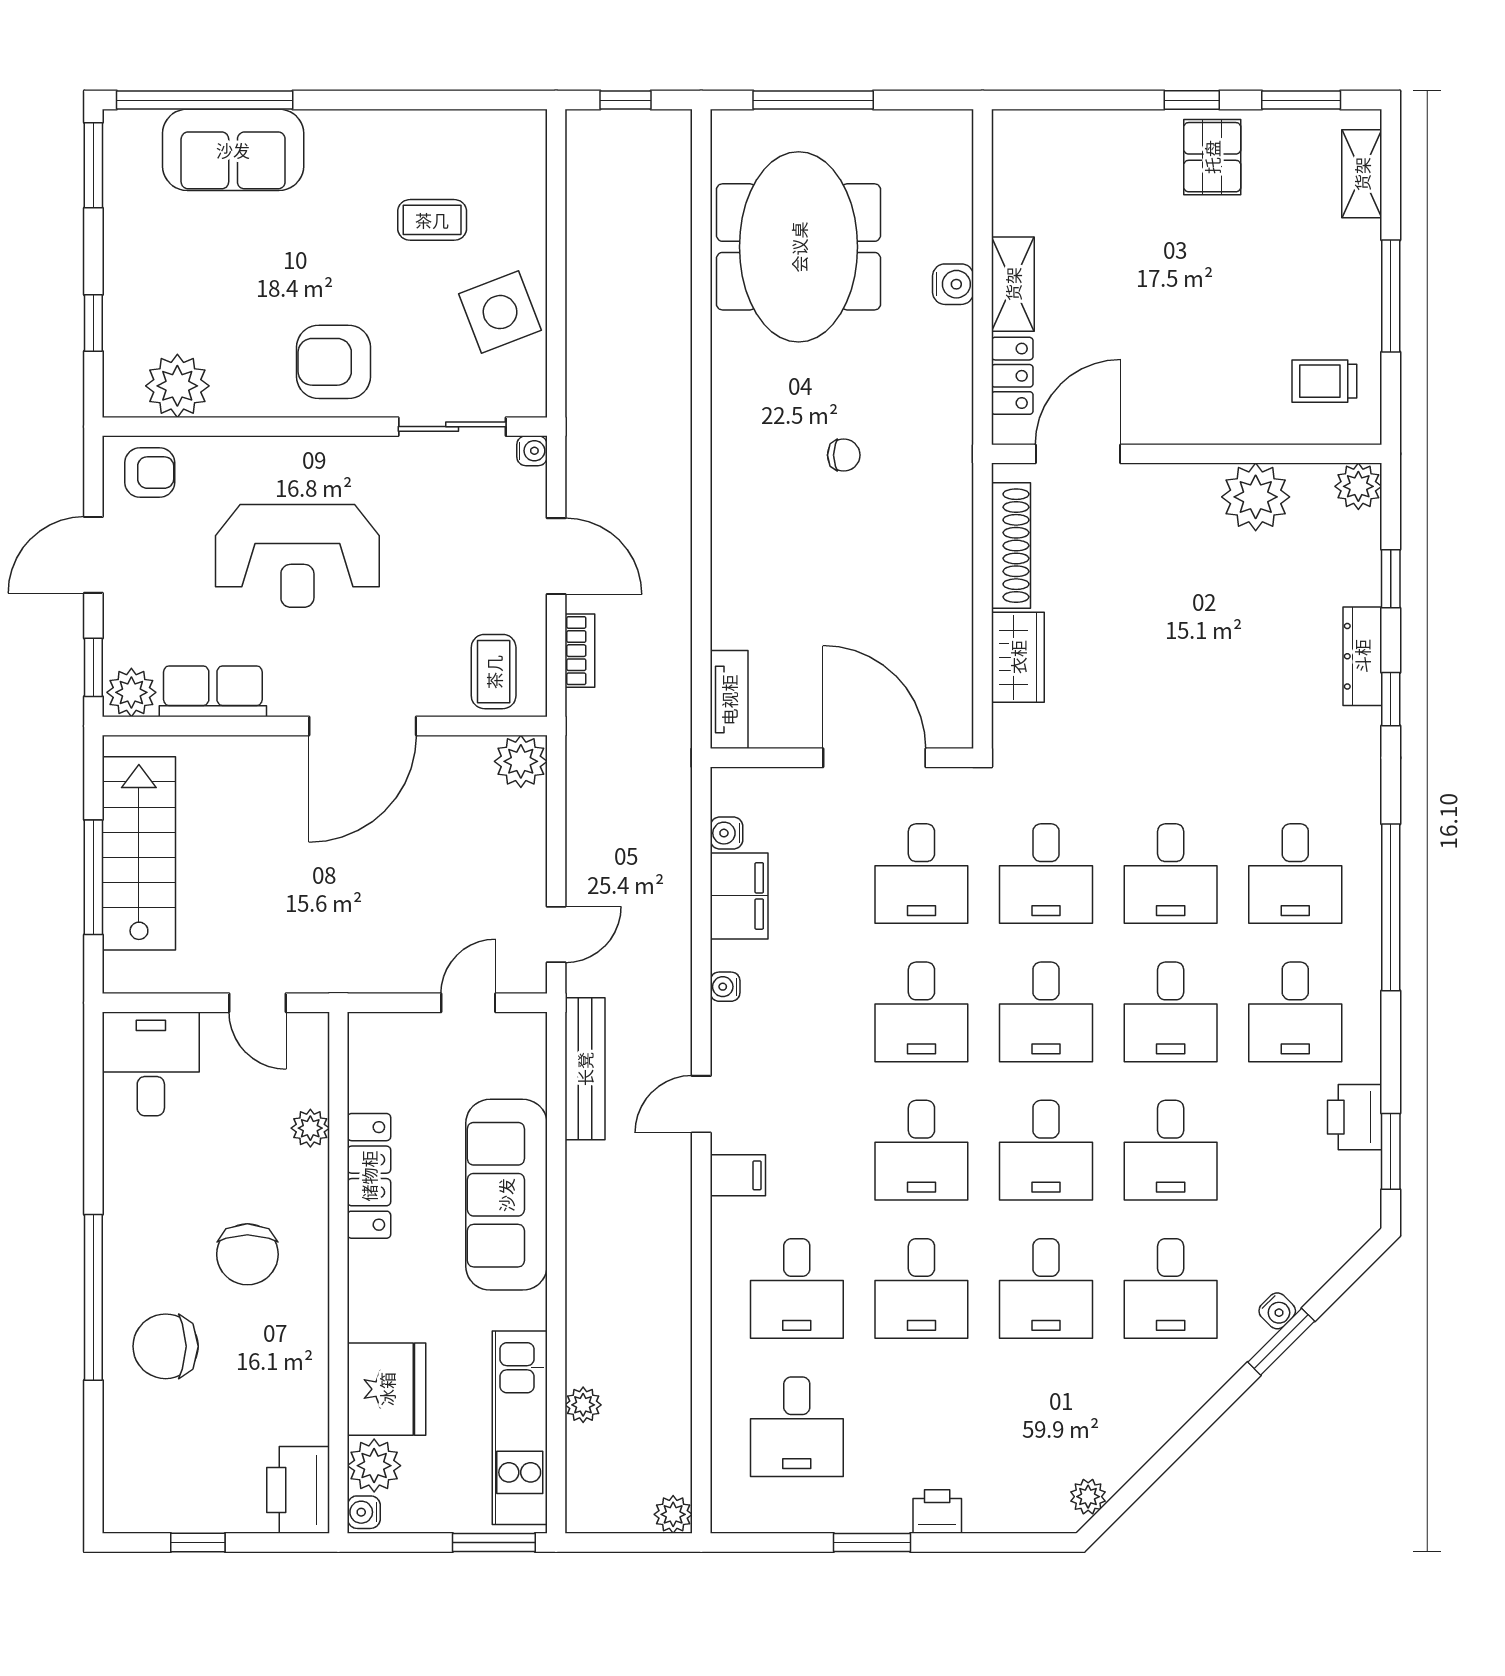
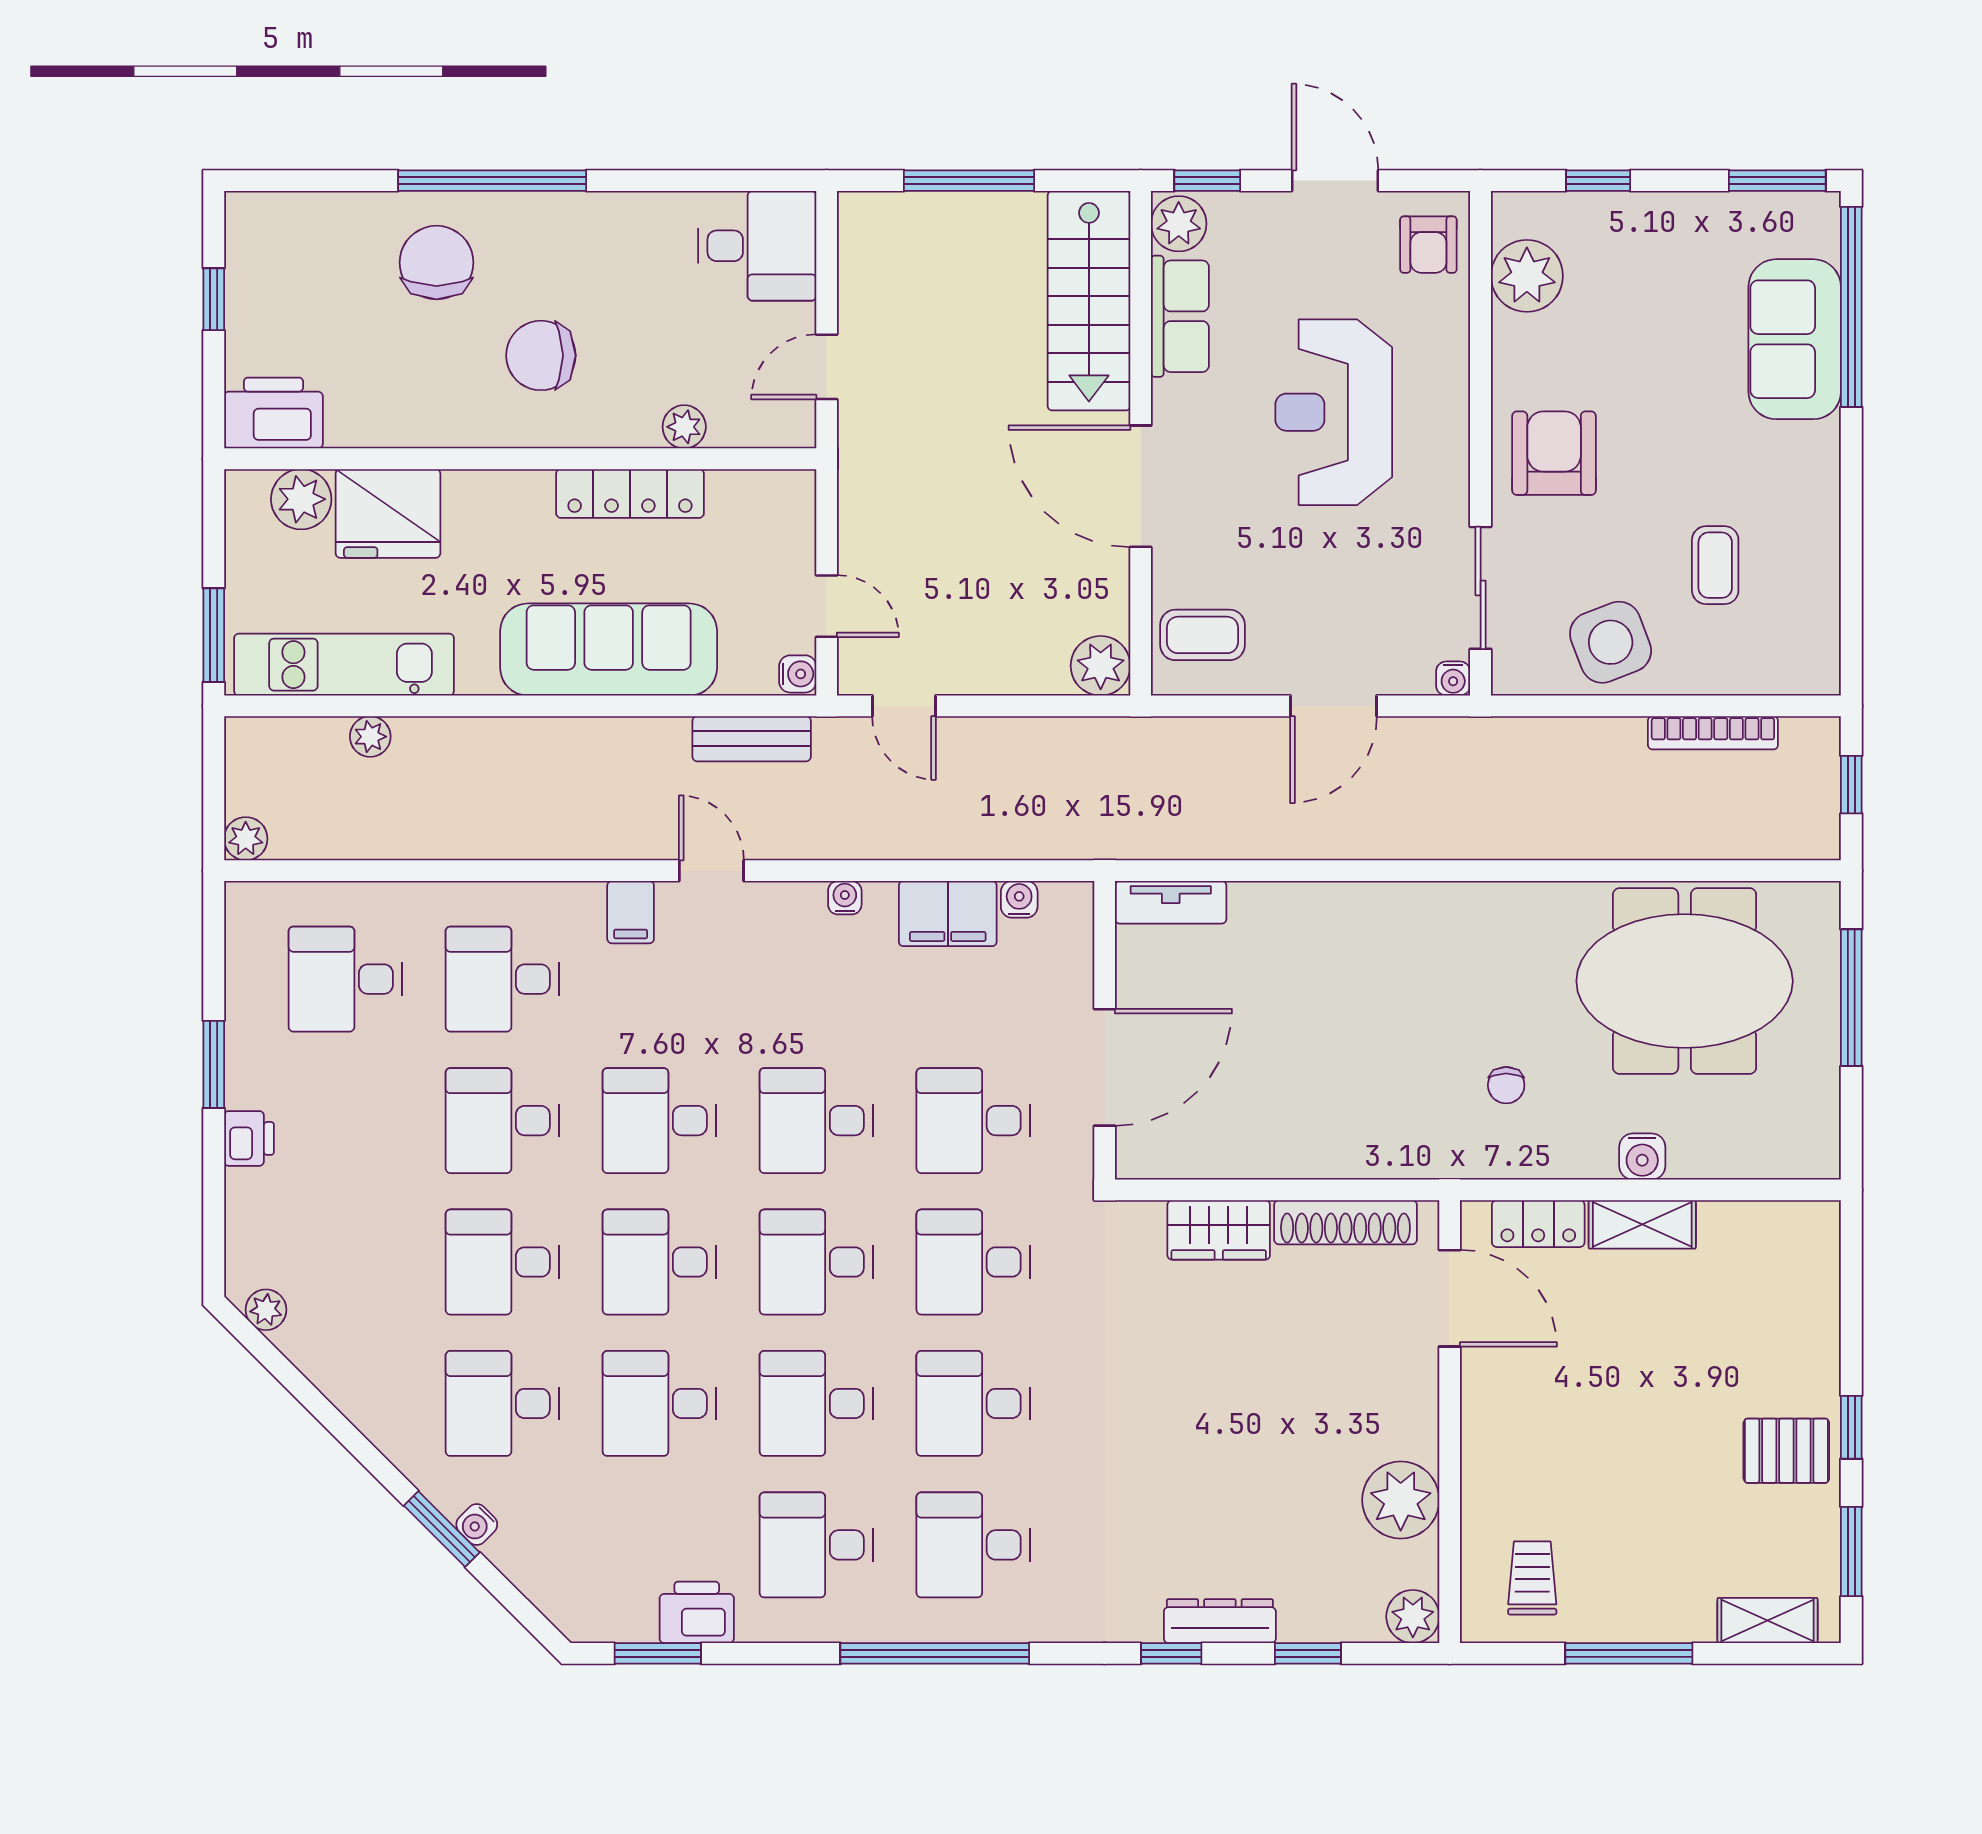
chair: (844, 455) -> (1506, 1085), moved
bookcase: (580, 651) -> (1713, 733), moved, width x1.56
stairs: (139, 853) -> (1089, 301), moved, turned 90
bench: (585, 1069) -> (752, 739), width x0.73
water cooler: (364, 1512) -> (798, 674), moved, turned 90

